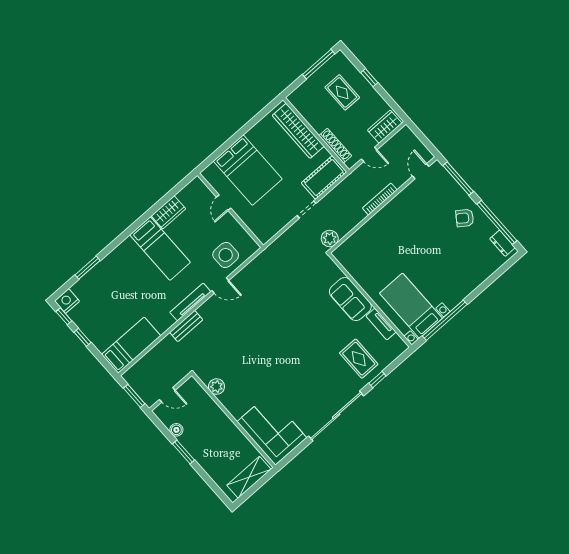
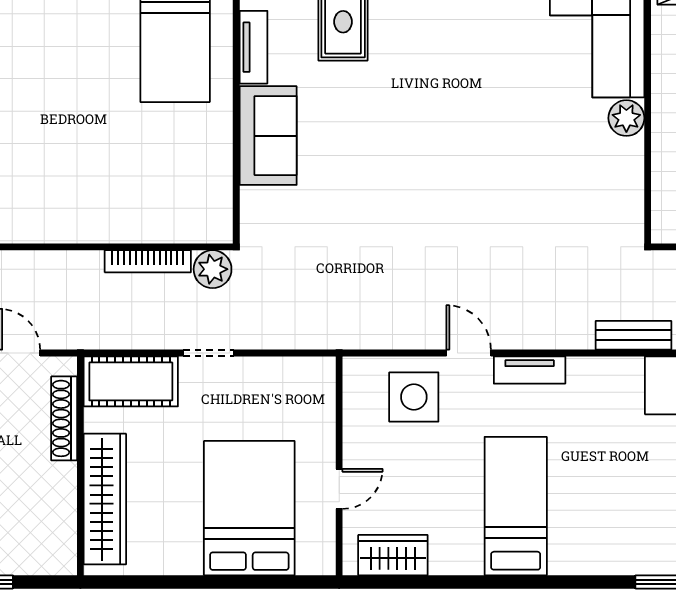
bookcase: (380, 199) -> (148, 261), moved
wardrobe: (168, 212) -> (393, 555), moved
tv unit: (190, 302) -> (530, 370), width x0.71
bench: (186, 326) -> (634, 335), moved
plant: (216, 387) -> (626, 118), moved

